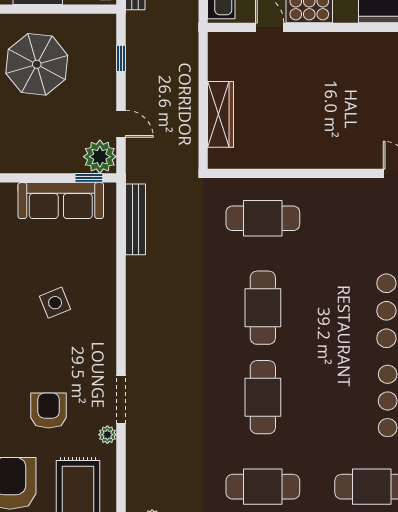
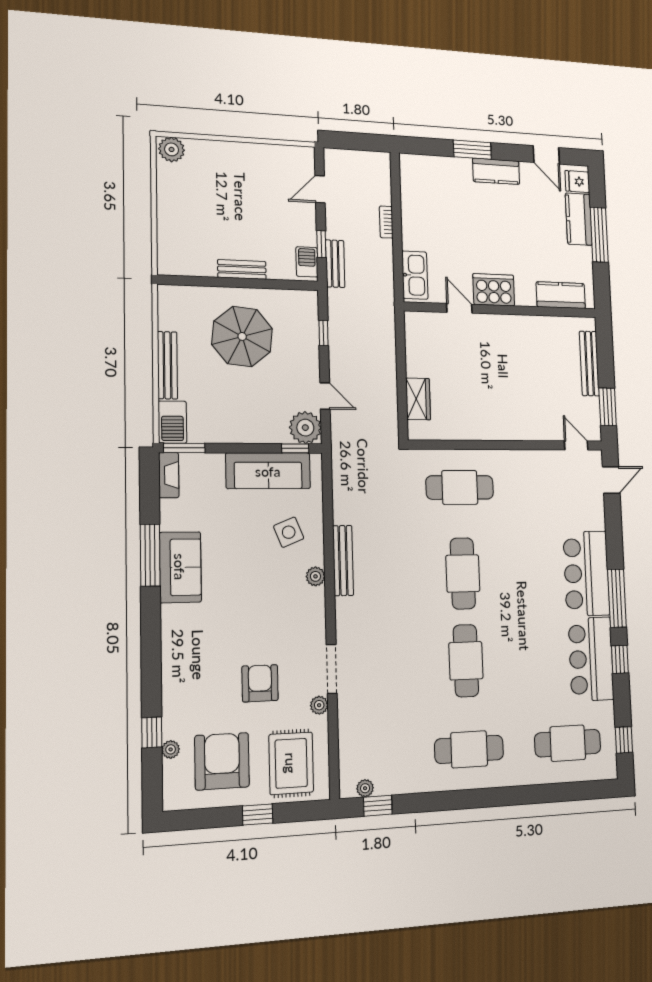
wardrobe: (221, 114) -> (418, 399), width x0.67
bench: (136, 219) -> (343, 561), moved
side table: (55, 303) -> (289, 532), moved
plant: (107, 307) -> (315, 576), added

